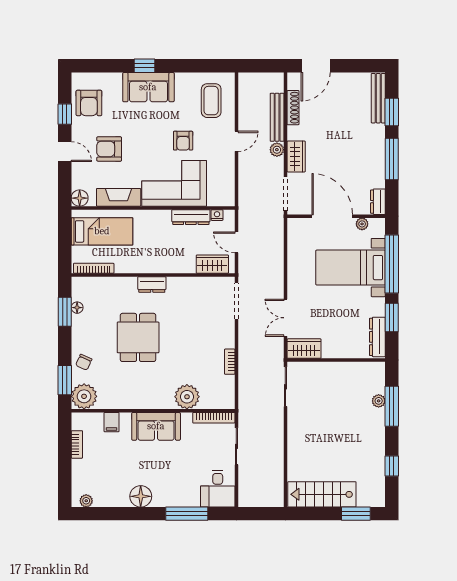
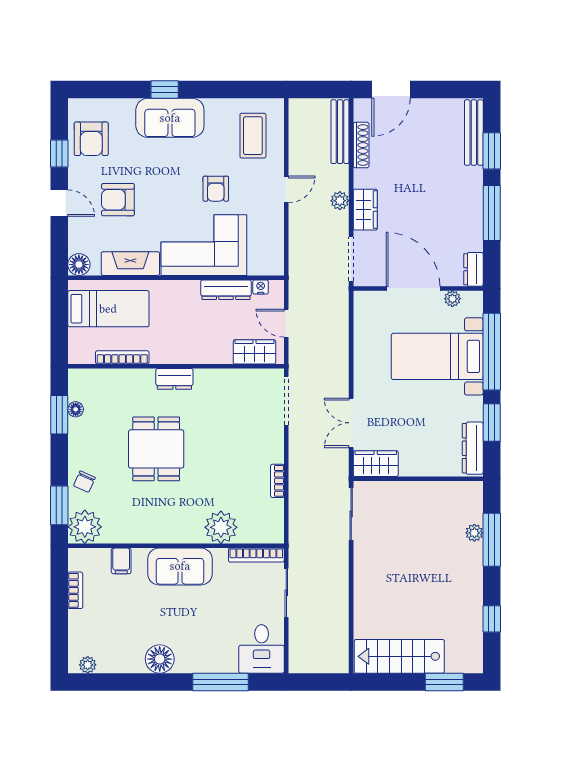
bench: (277, 117) -> (340, 132), moved
bookcase: (94, 268) -> (122, 357), moved

